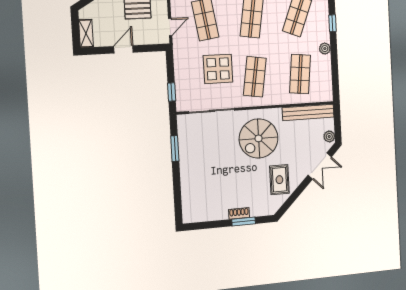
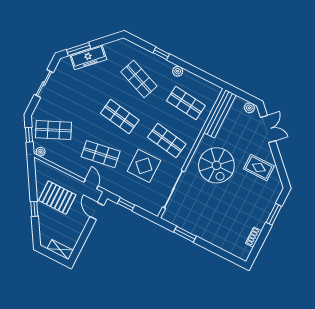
door: (124, 49) -> (97, 211), moved
window: (172, 92) -> (126, 204), moved
shoe rack: (239, 213) -> (254, 237), moved

